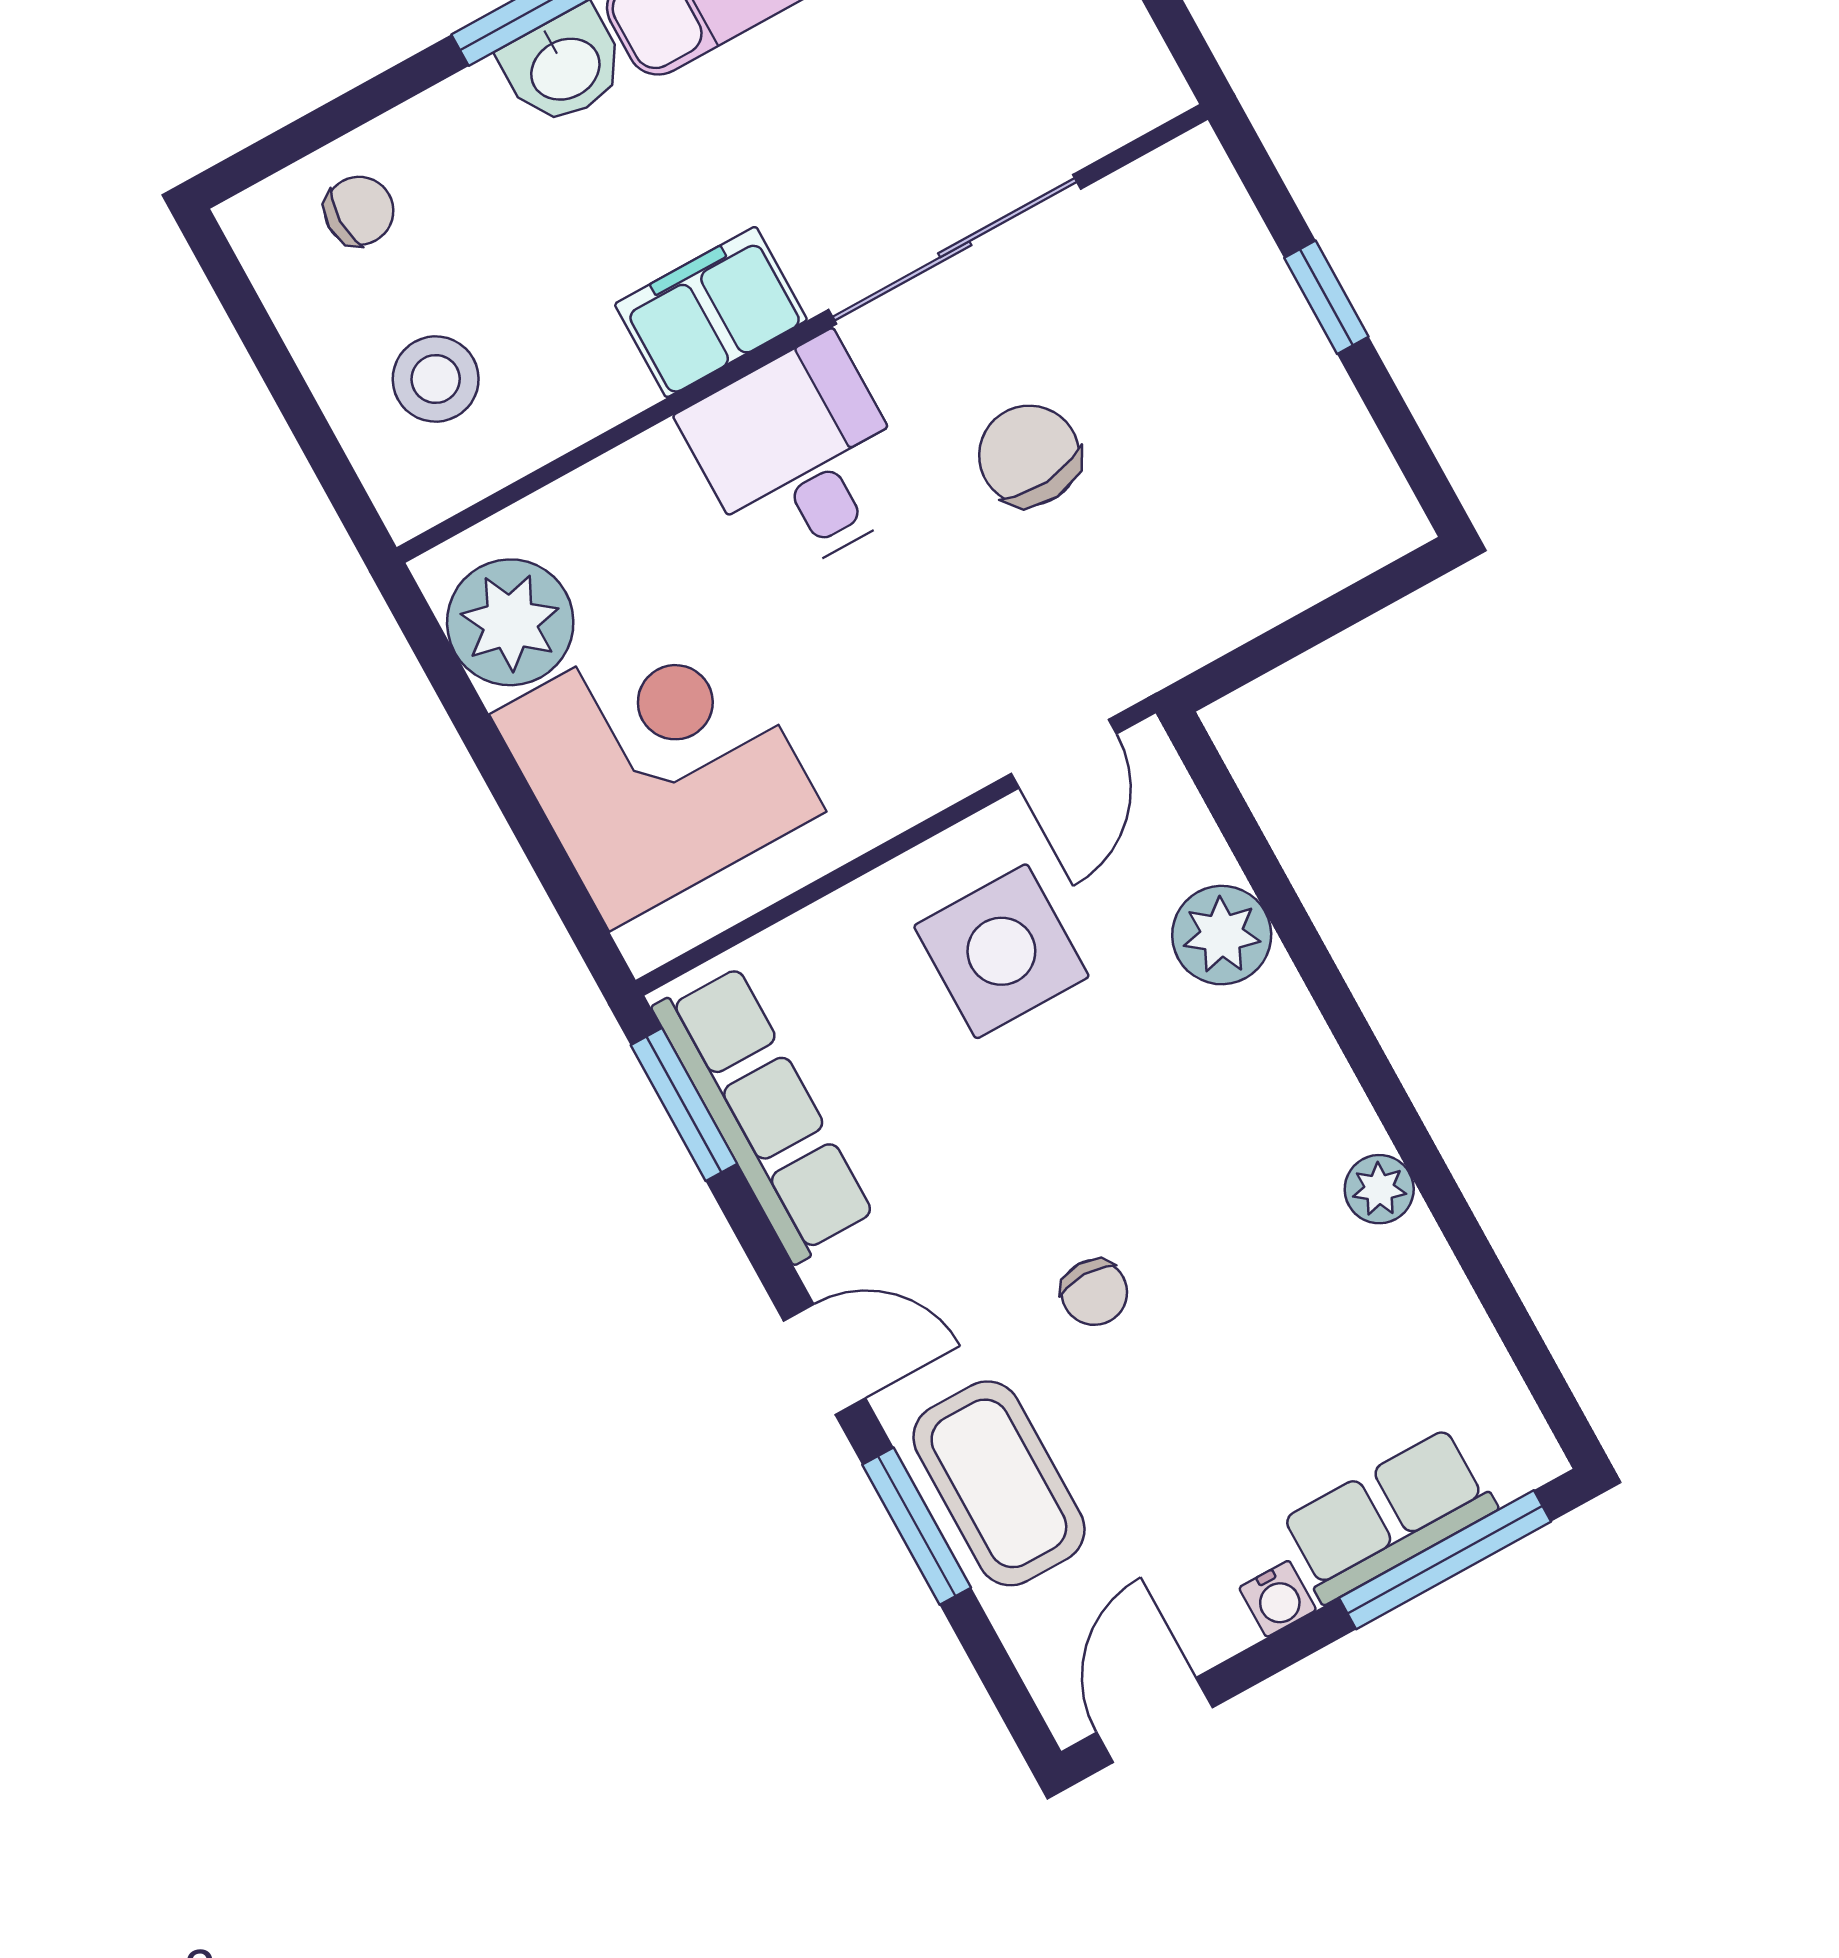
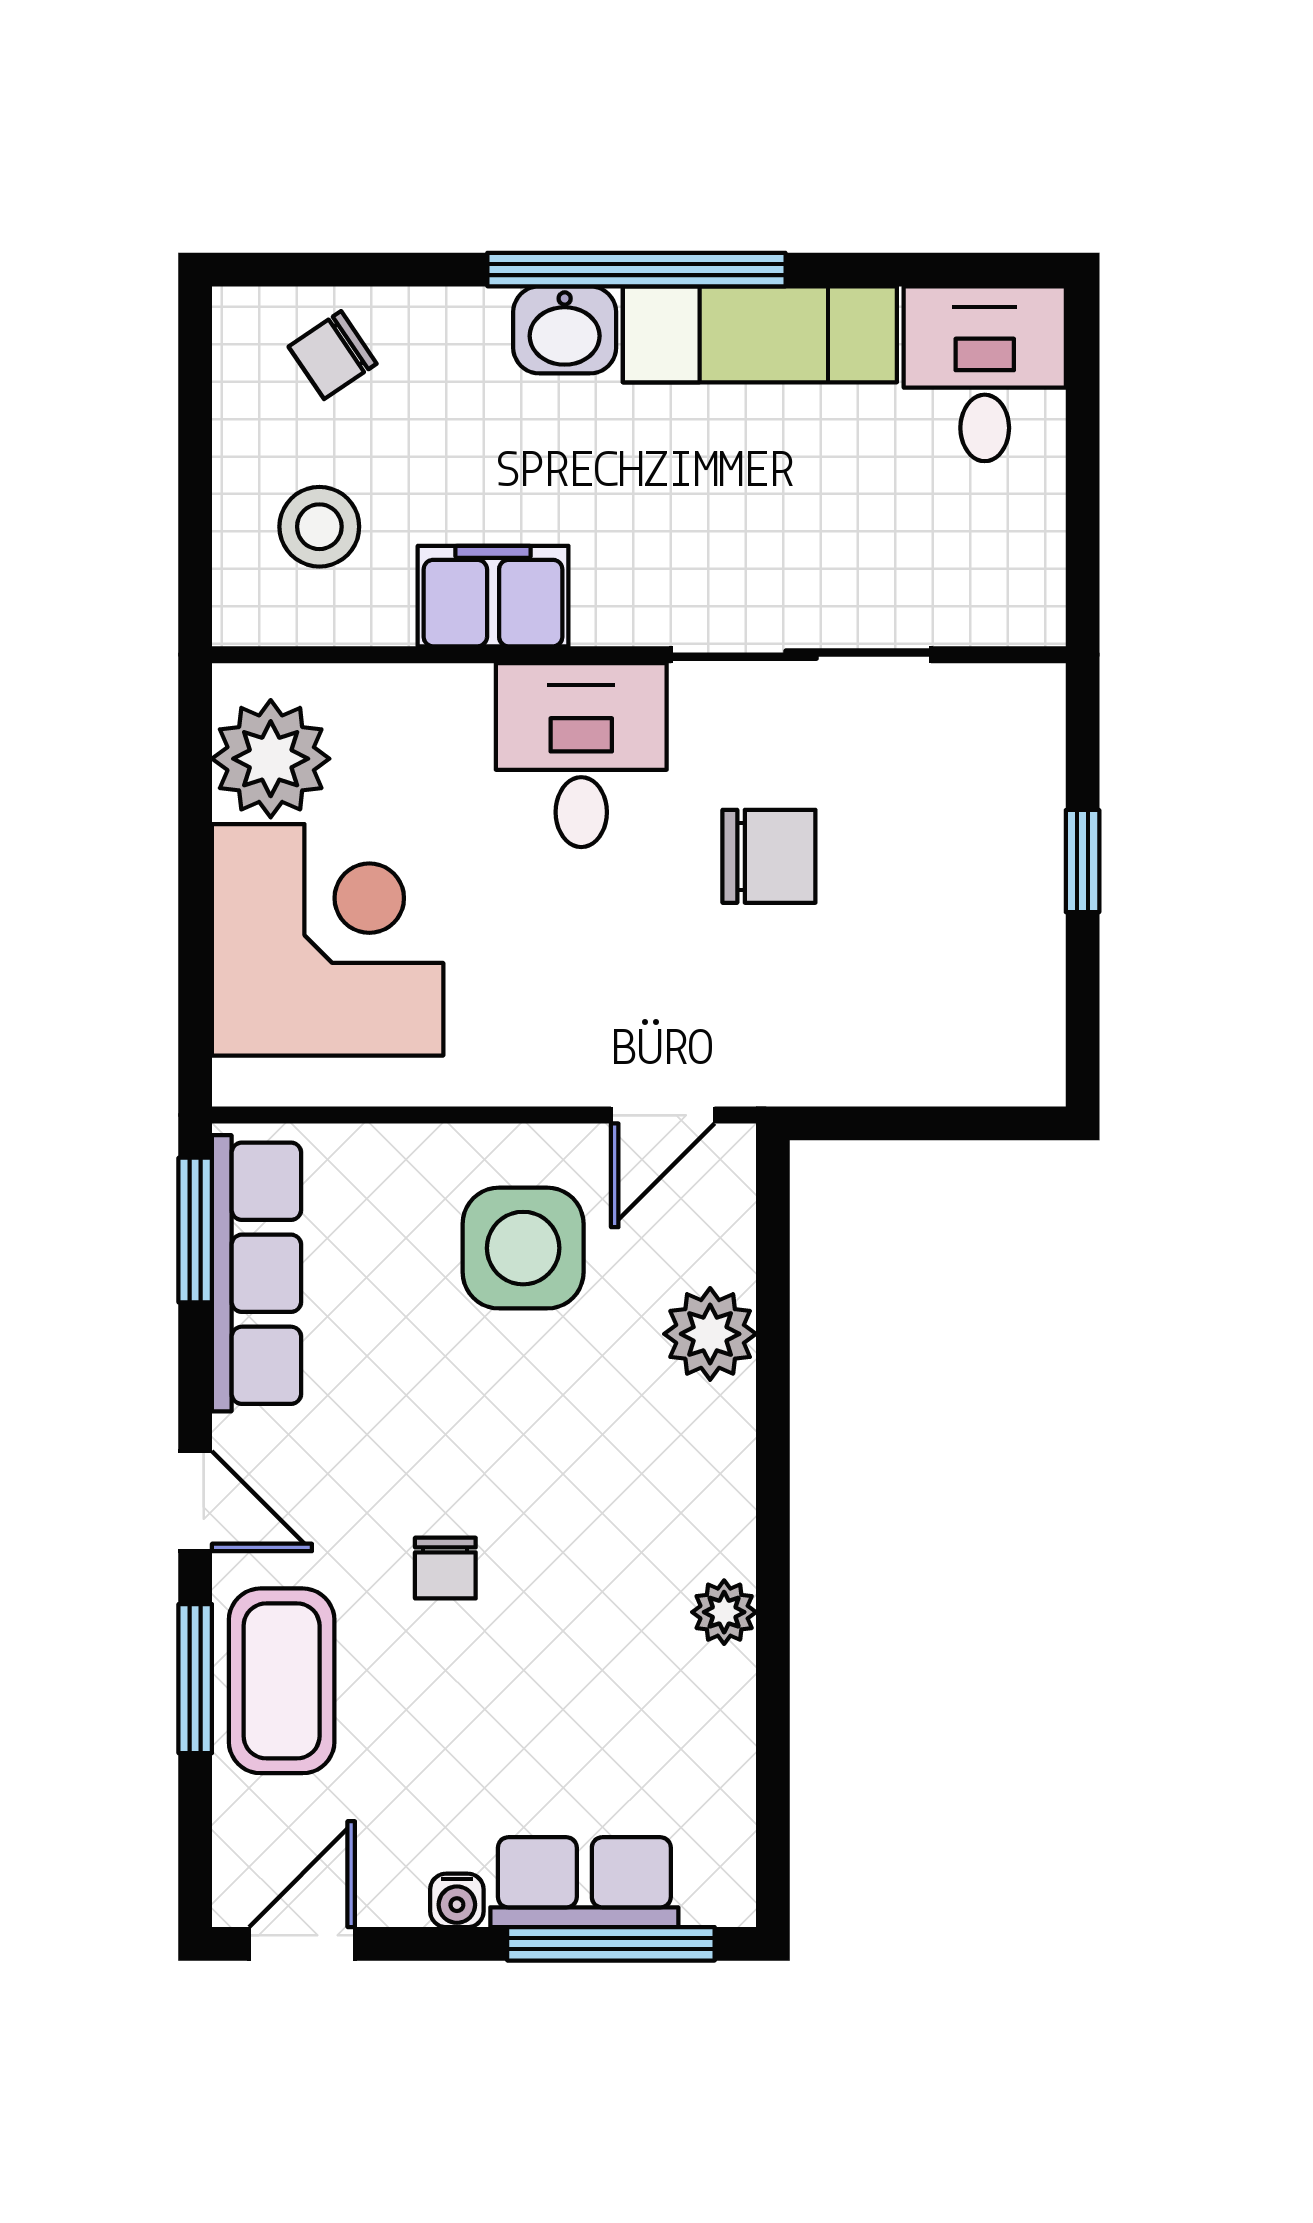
chair: (359, 211) -> (333, 355), turned 146
filing cabinet: (711, 312) -> (493, 596), moved
chair: (1029, 455) -> (769, 856), turned 95

